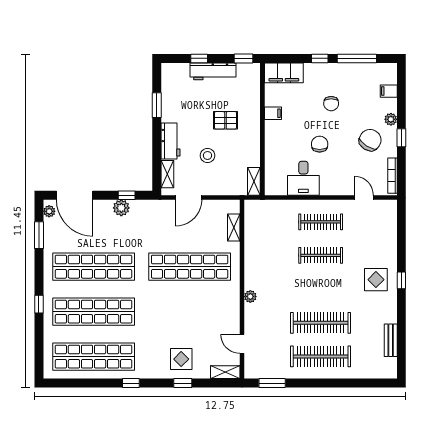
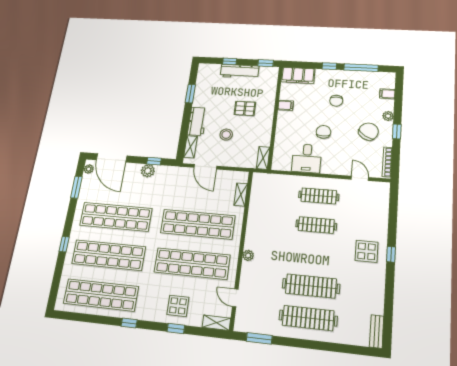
door: (189, 197) -> (205, 167), hinge flipped
shop shelf: (190, 312) -> (192, 264), added
bench: (391, 340) -> (377, 331), moved

